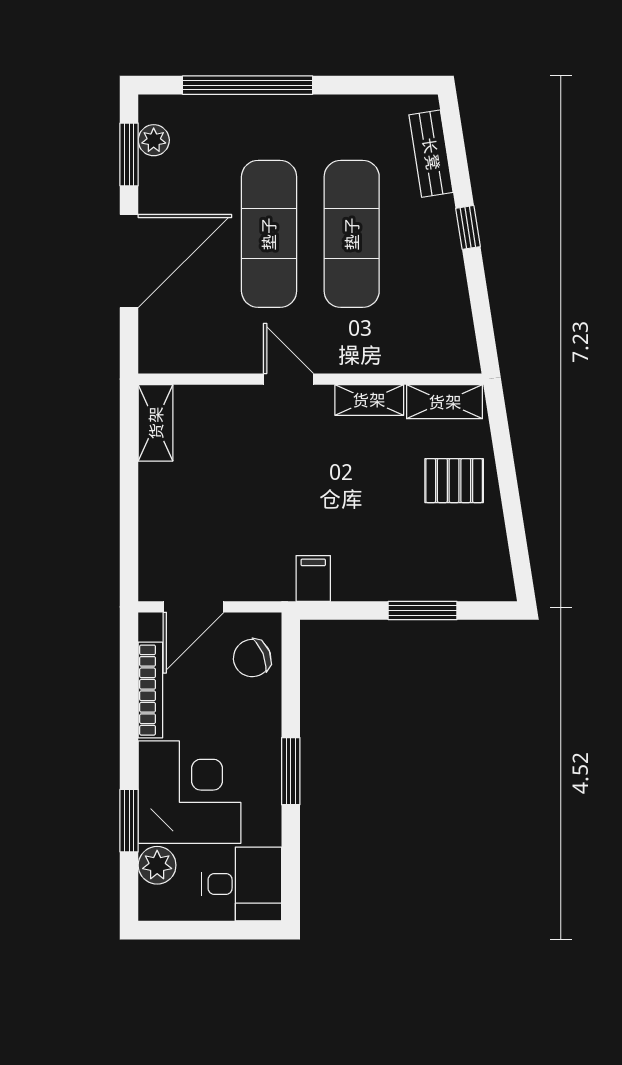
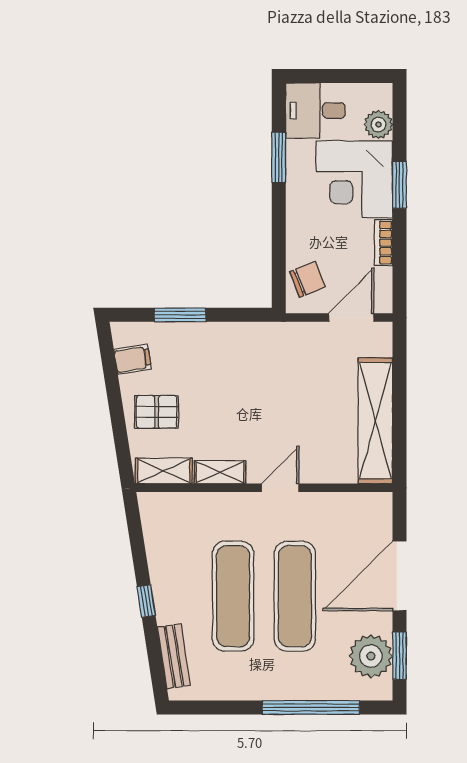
plant: (154, 140) -> (371, 656), width x1.87, depth x1.87
door: (289, 379) -> (280, 488), swing flipped
shelving: (156, 423) -> (375, 421), width x2.20, depth x1.33
filing cabinet: (313, 578) -> (133, 359), moved, turned -99
bookcase: (150, 690) -> (383, 243), width x0.64
window: (291, 771) -> (279, 157), moved
window: (129, 821) -> (399, 185), moved

